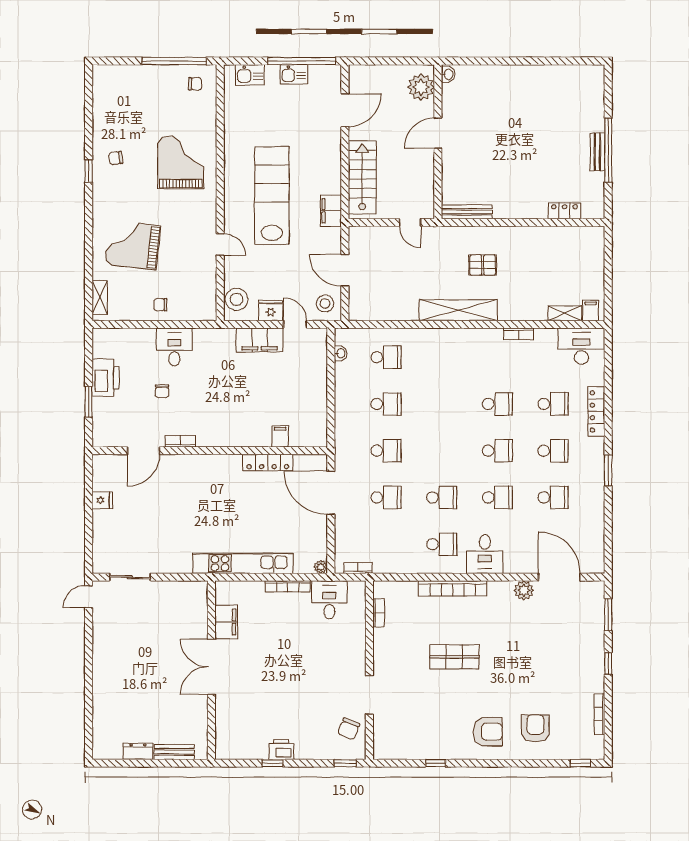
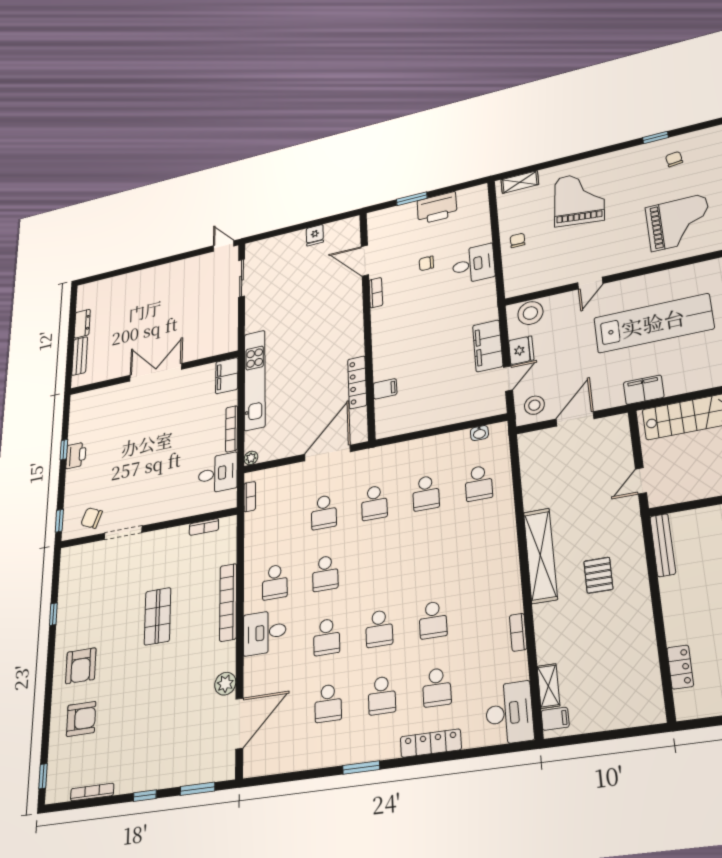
filing cabinet: (226, 622) -> (227, 376), moved, turned 90

